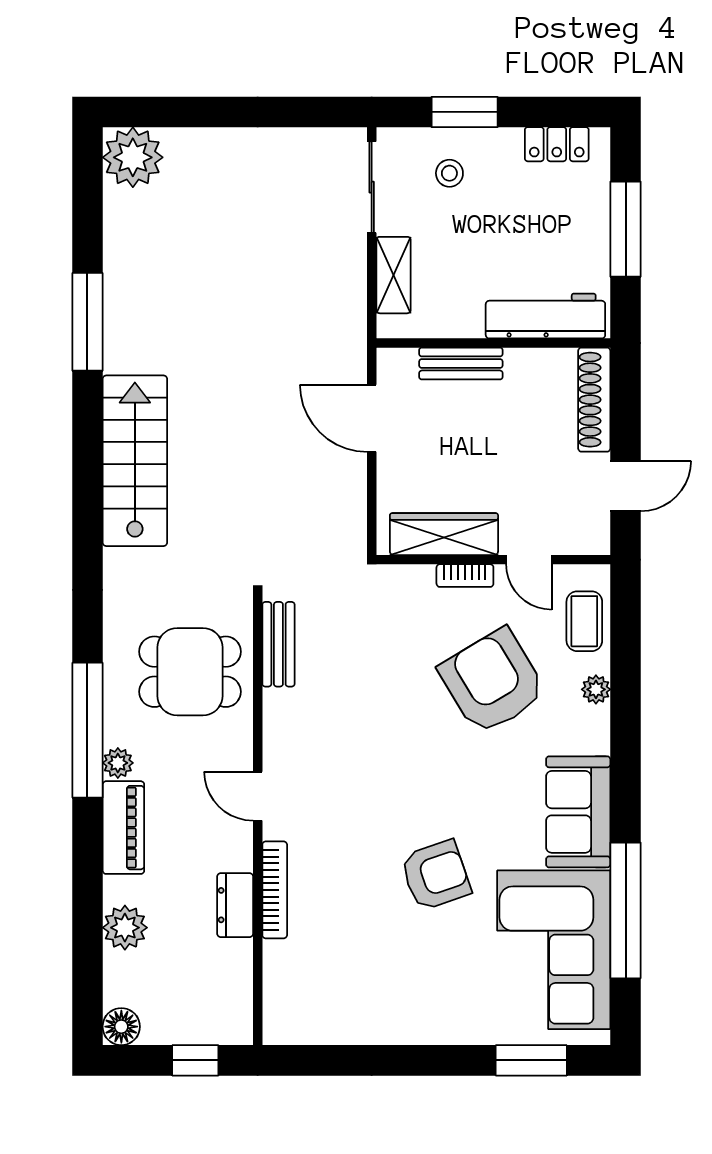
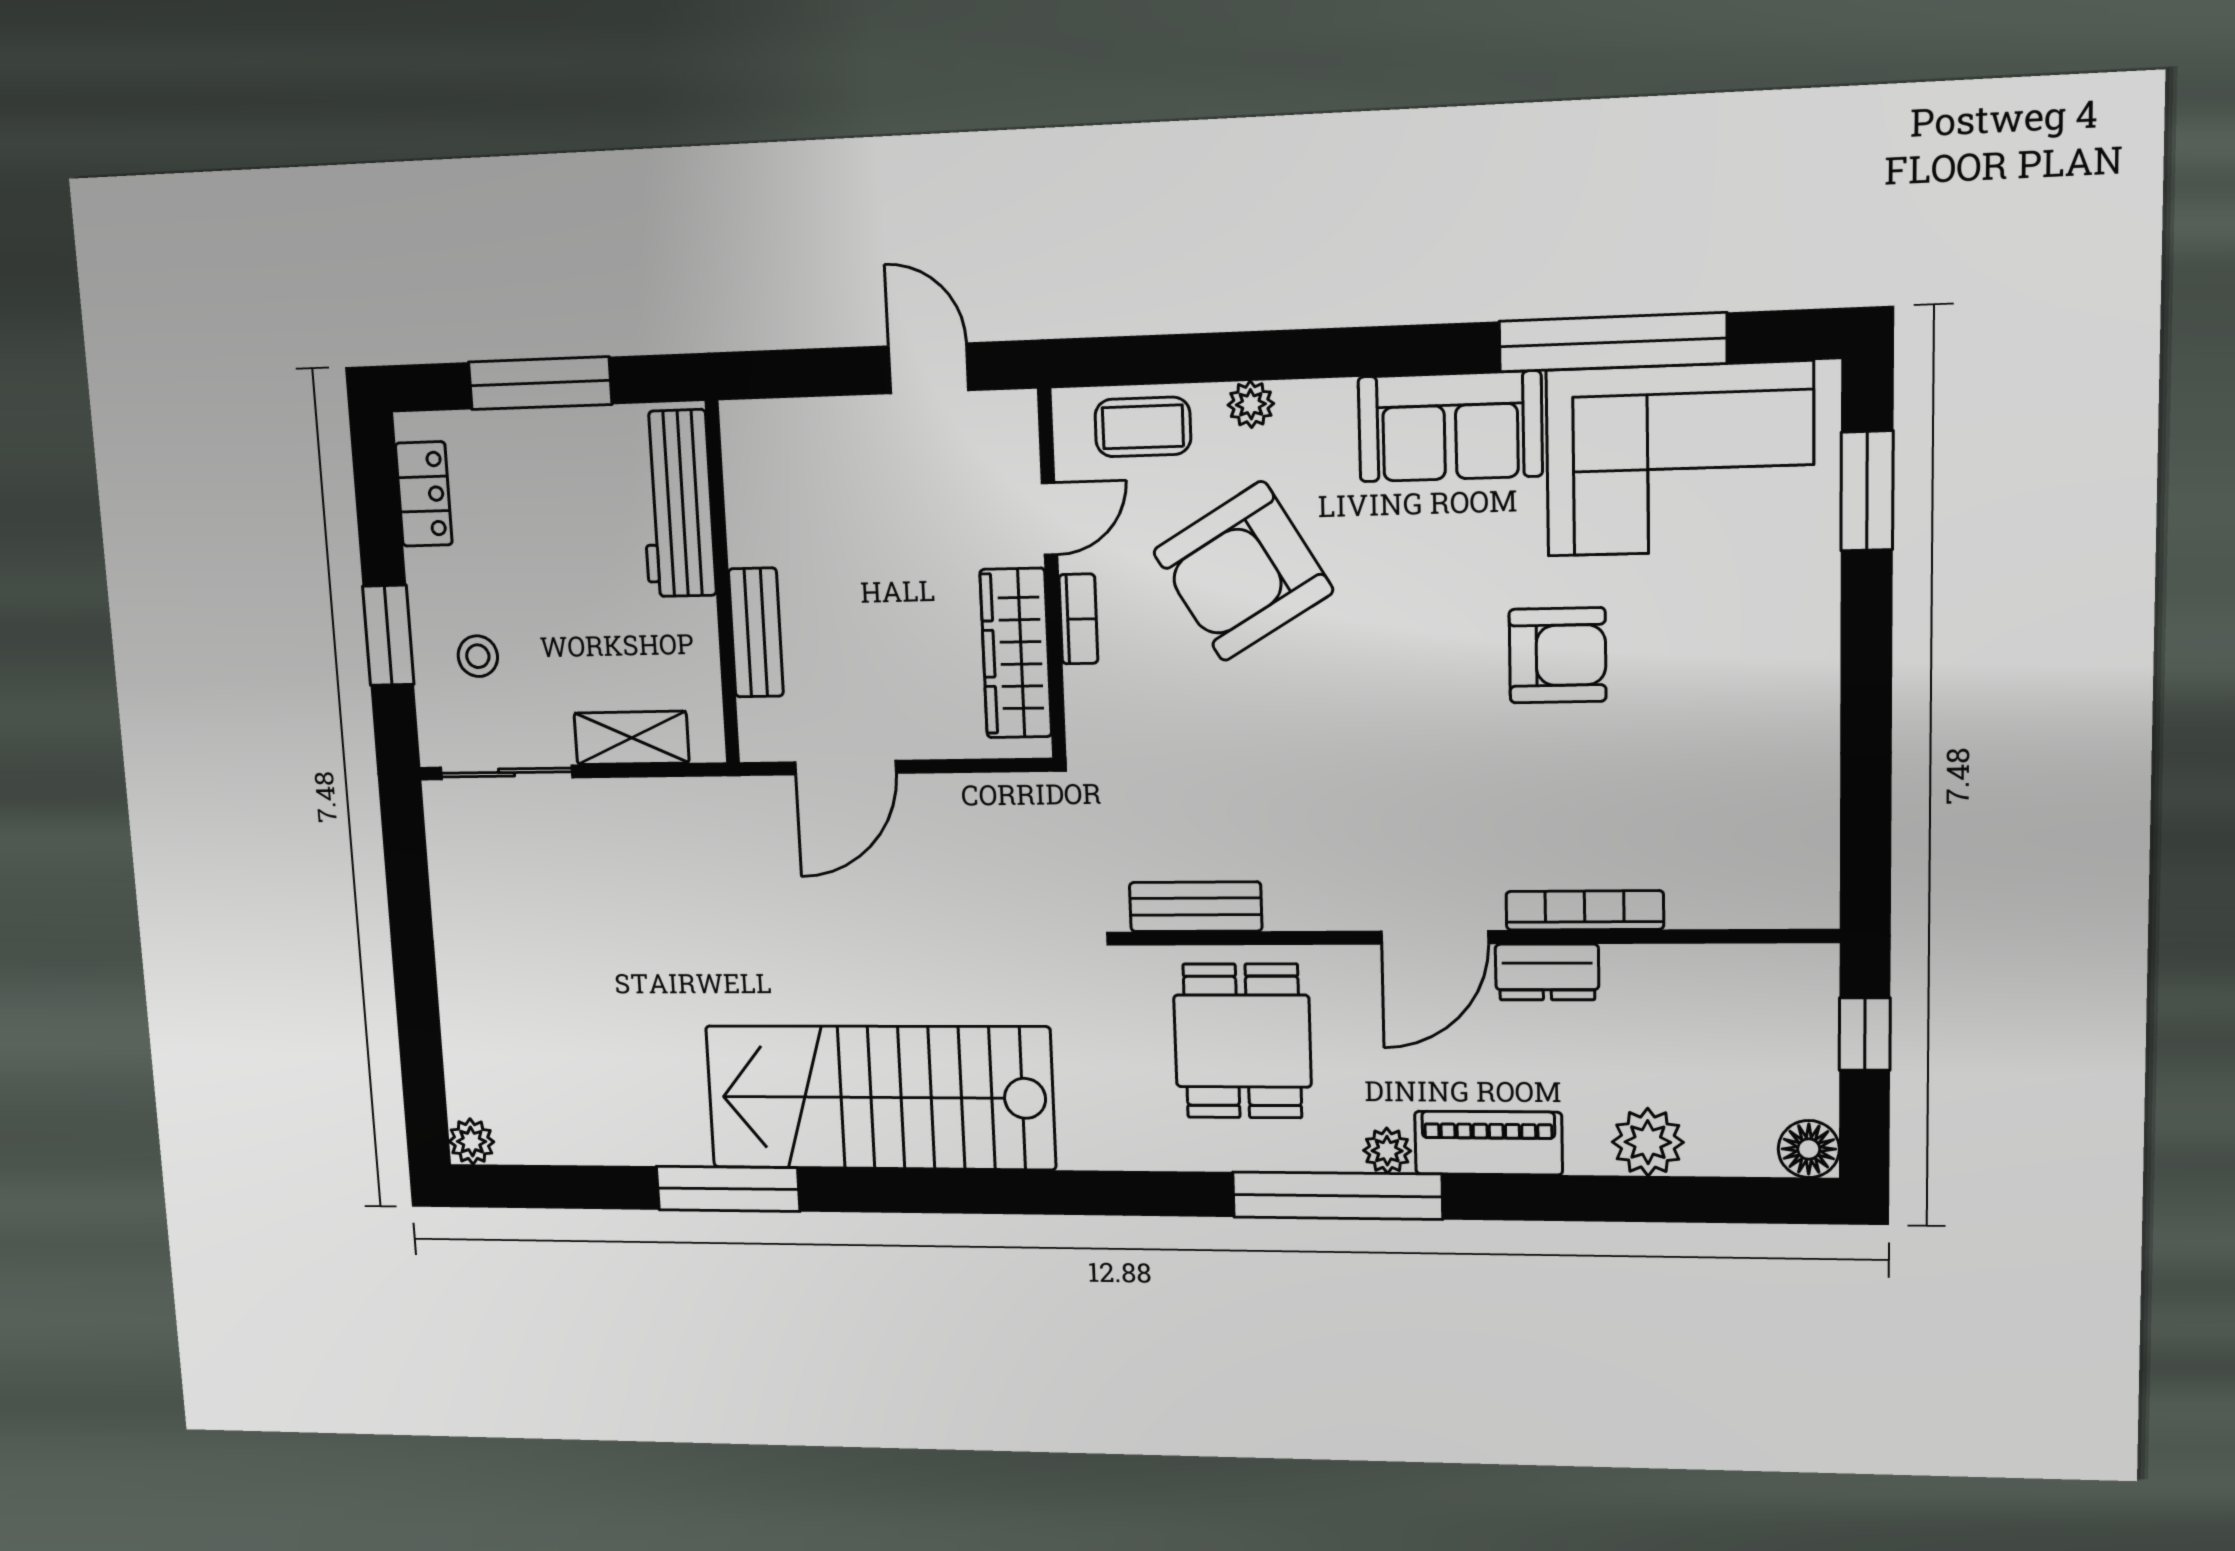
plant: (133, 157) -> (471, 1142), width x0.53, depth x0.53
shoe rack: (594, 400) -> (799, 423), removed
stairs: (135, 461) -> (880, 1098), width x1.36, depth x1.51
door: (258, 796) -> (1435, 937), width x1.38
armchair: (436, 875) -> (1558, 655), turned 109
dresser: (235, 905) -> (1547, 972), moved

